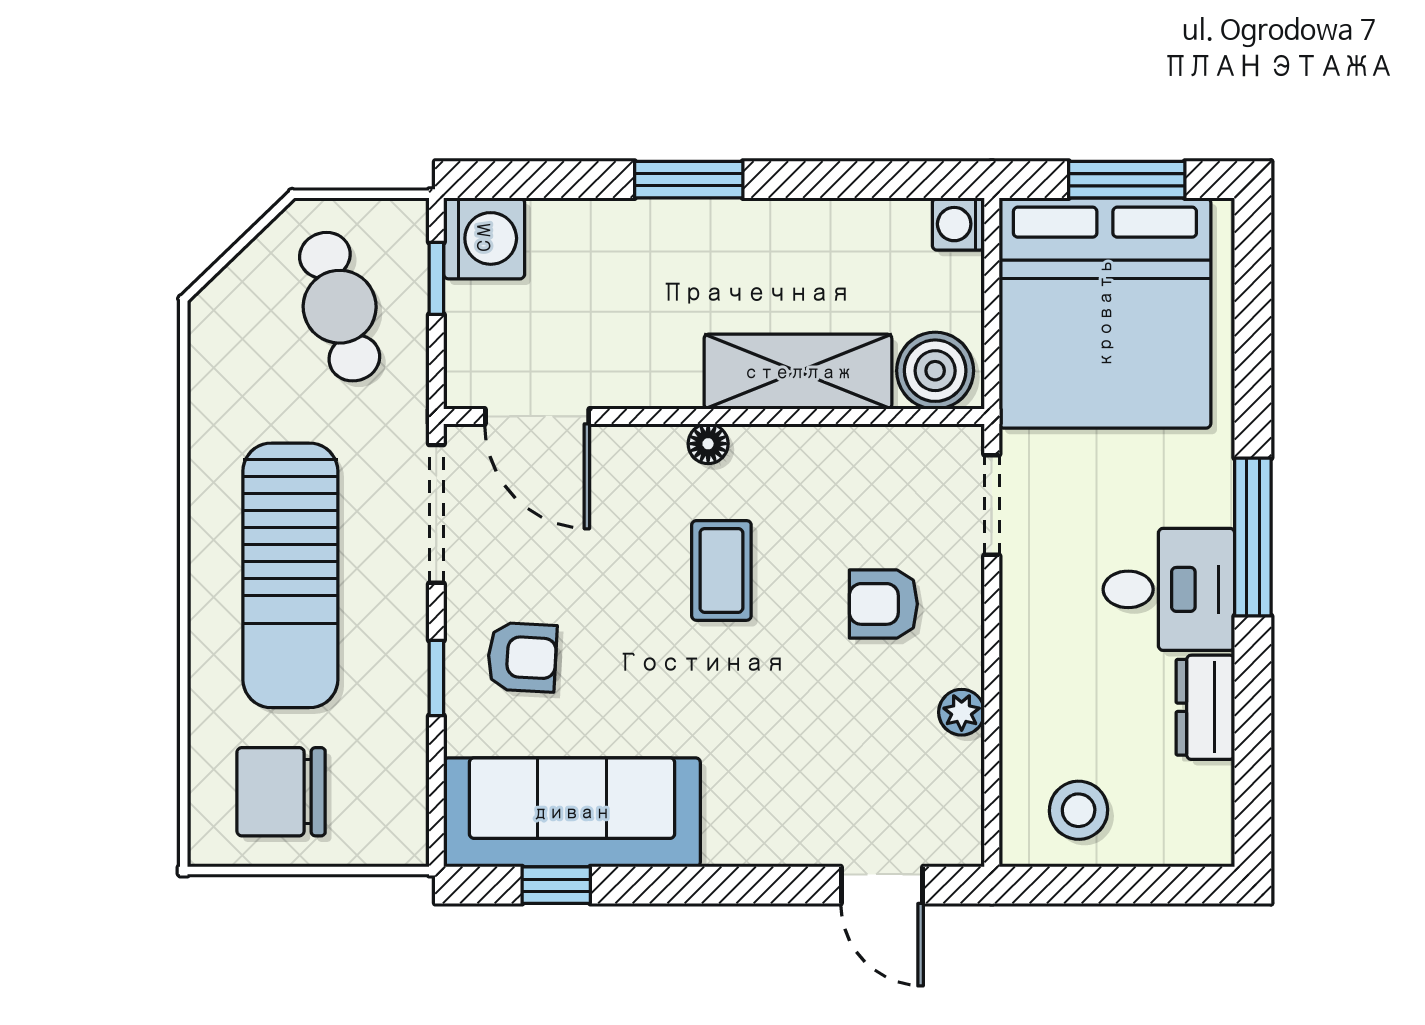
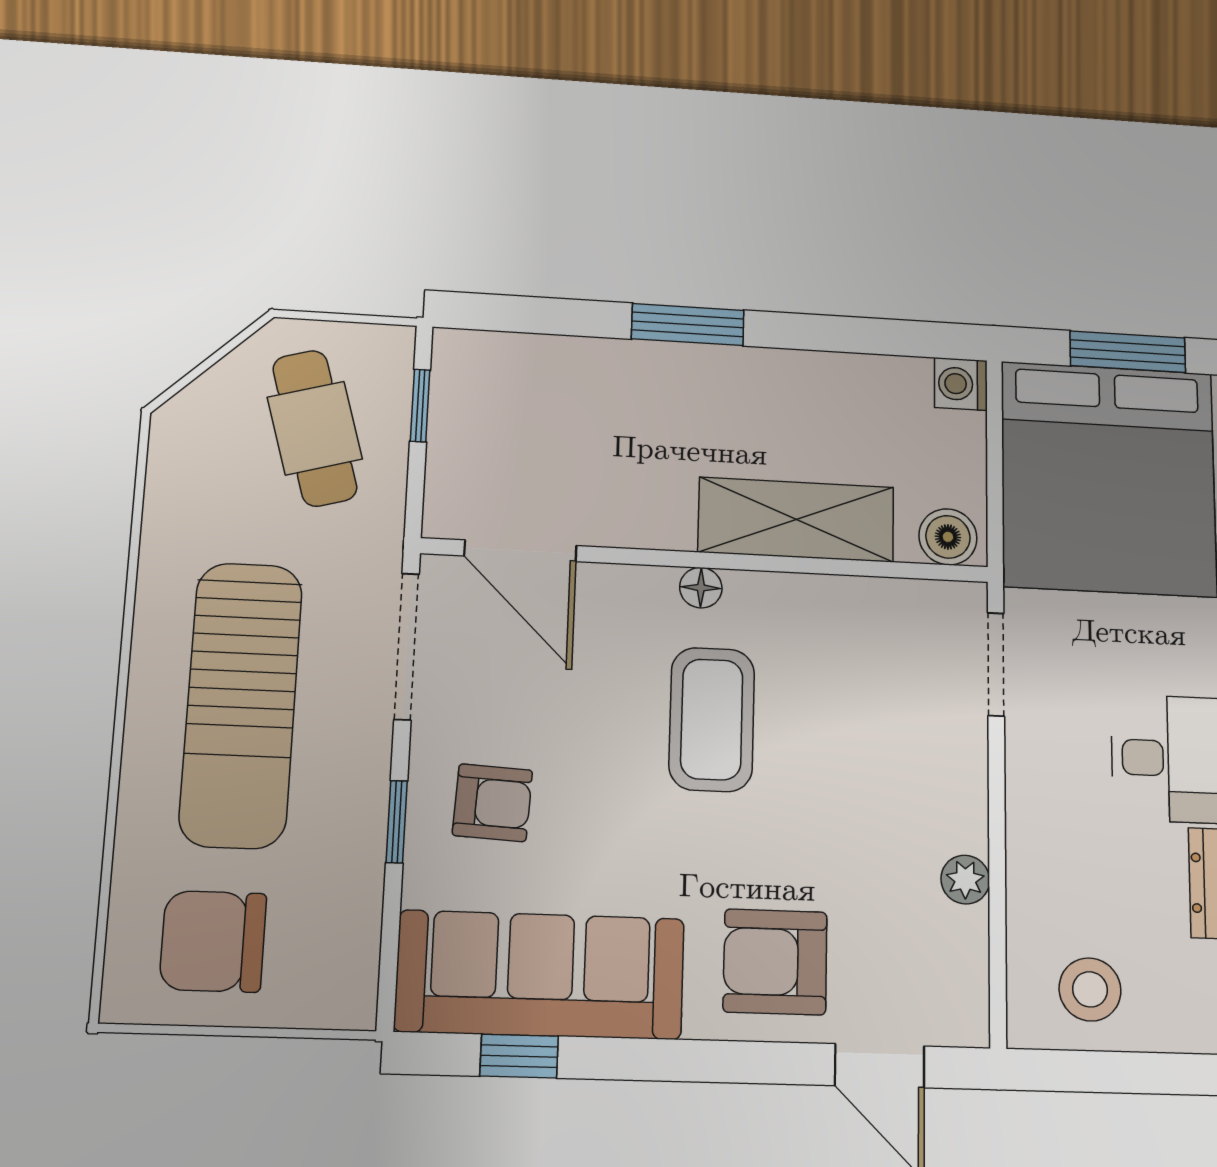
washing machine: (484, 238) -> (473, 369), removed
boiler: (935, 371) -> (948, 537), width x0.73, depth x0.73
coffee table: (721, 570) -> (712, 719), width x1.36, depth x1.30
armchair: (883, 604) -> (775, 962), moved, width x1.38, depth x1.38

